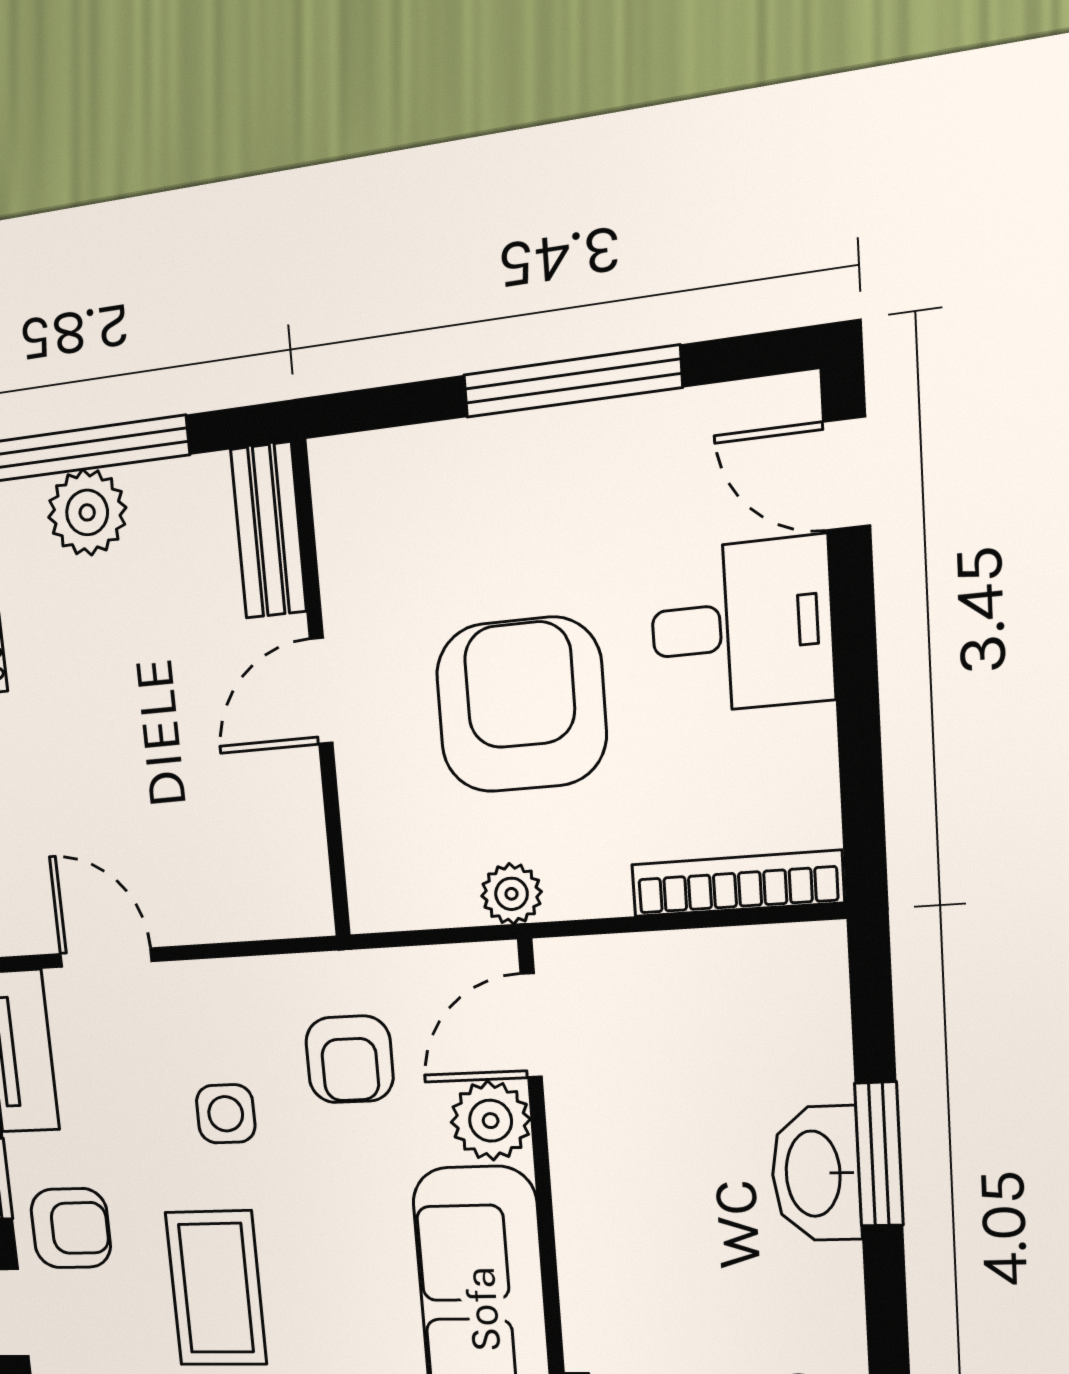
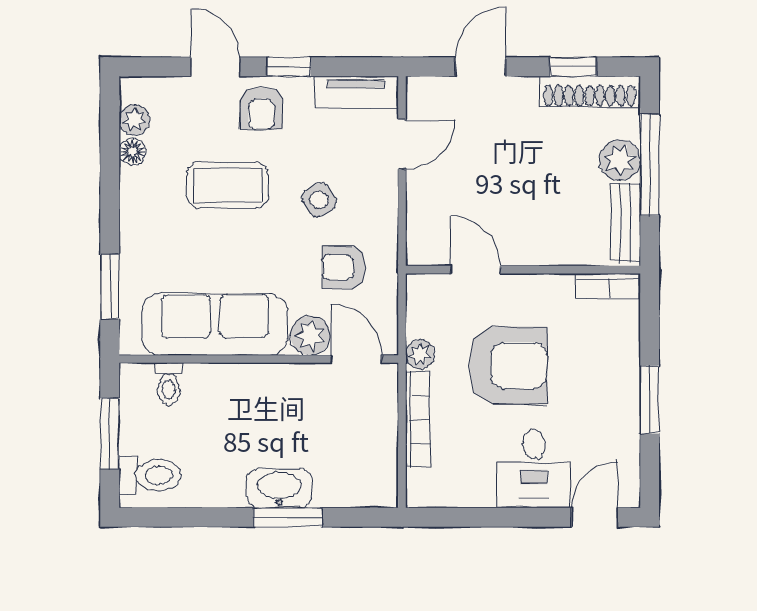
window: (572, 381) -> (650, 400), width x0.69
bookcase: (338, 505) -> (608, 286), added
bench: (269, 530) -> (625, 223), moved, turned 90
door: (321, 691) -> (475, 270), moved
bookcase: (737, 883) -> (418, 419), moved
side table: (226, 1114) -> (319, 200), turned -32

